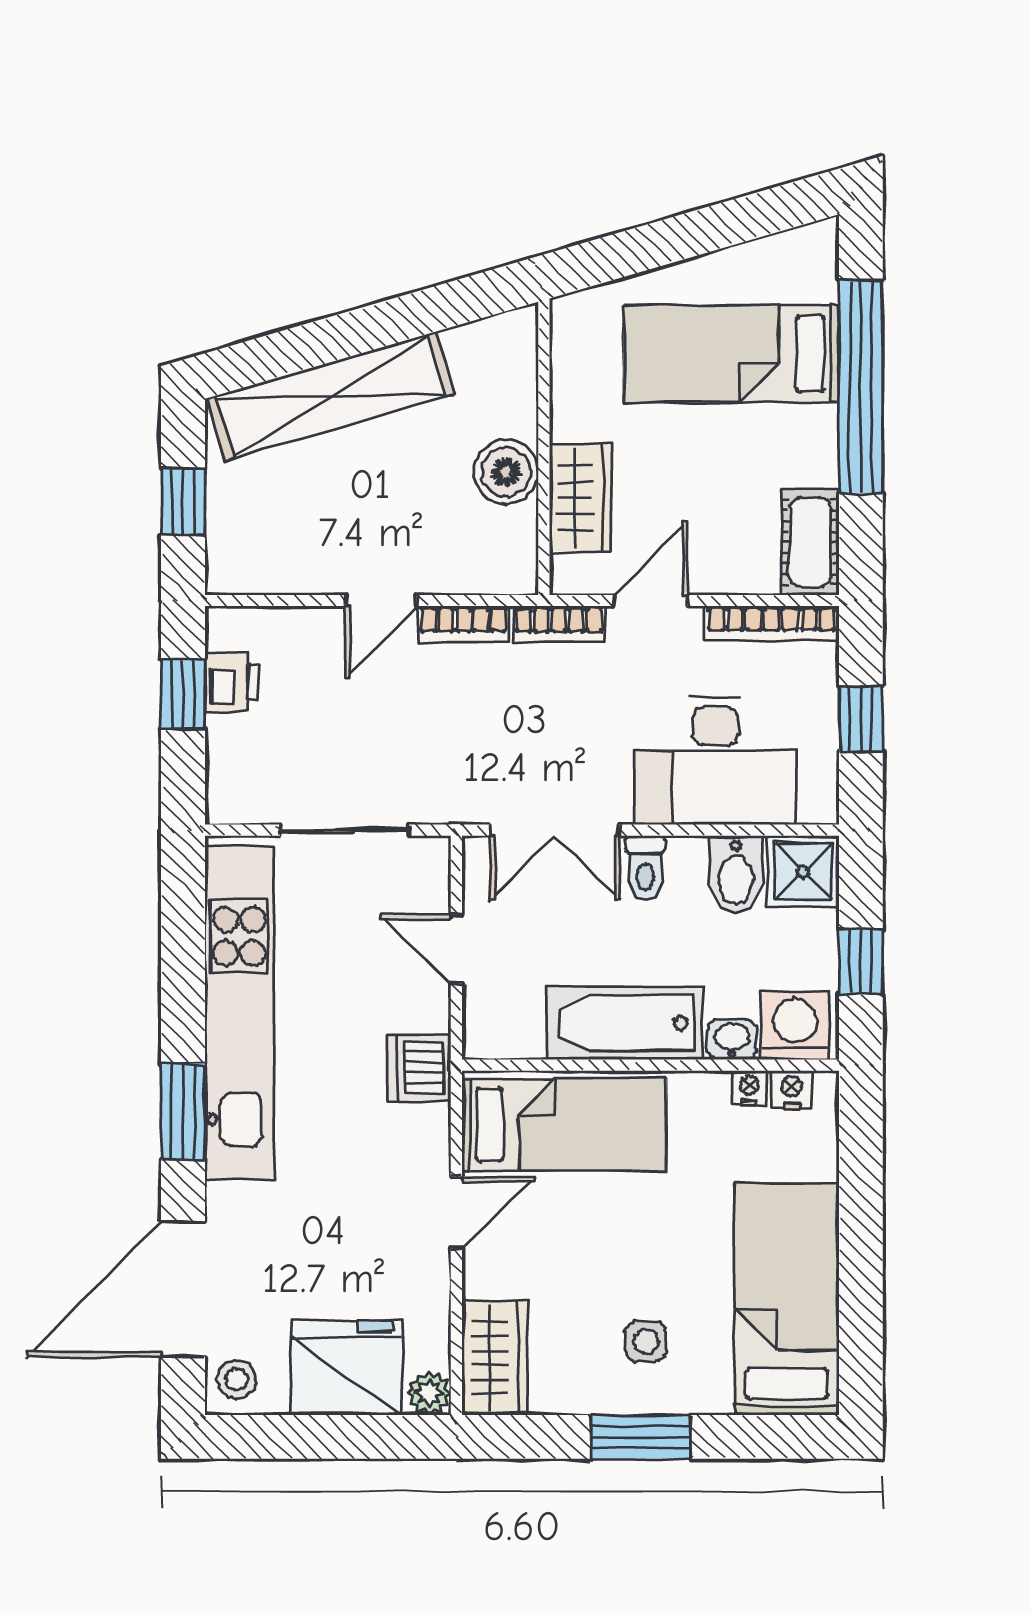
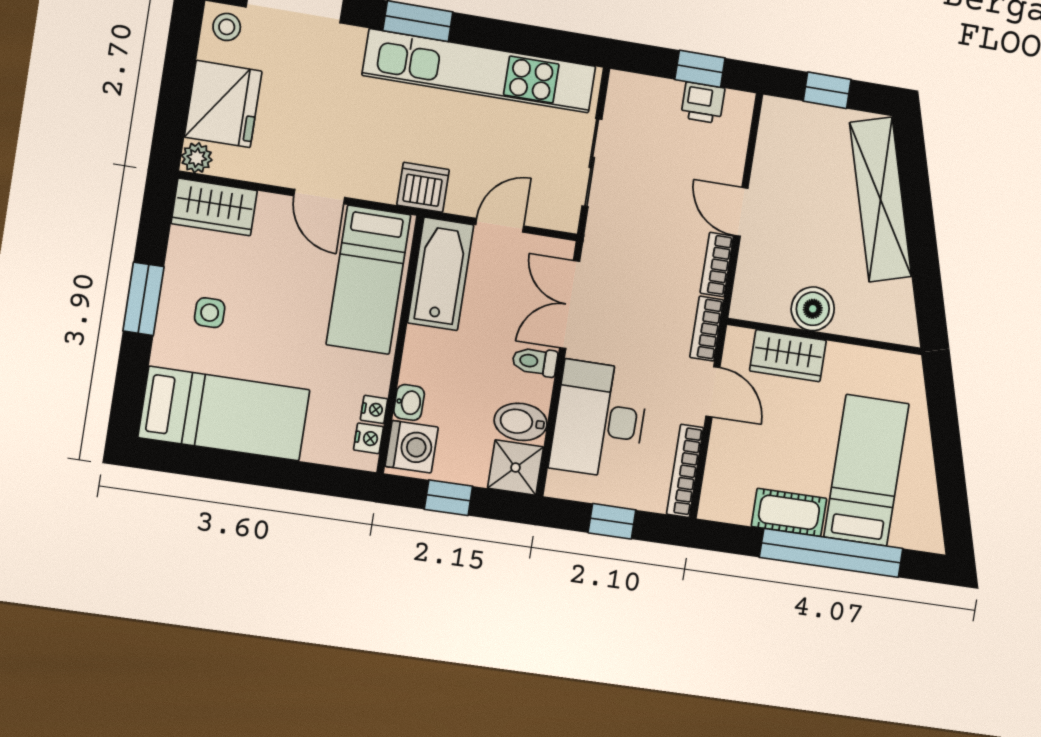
cot: (810, 542) -> (789, 512), moved
bathtub: (624, 1023) -> (441, 274), moved

